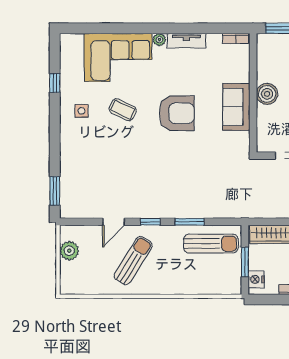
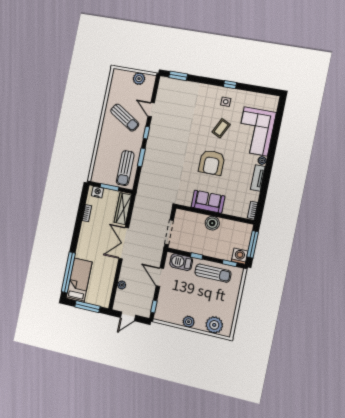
window: (55, 83) -> (230, 85), moved

